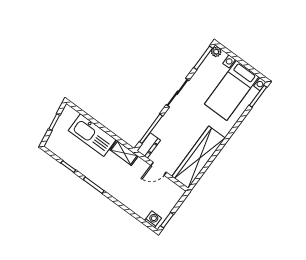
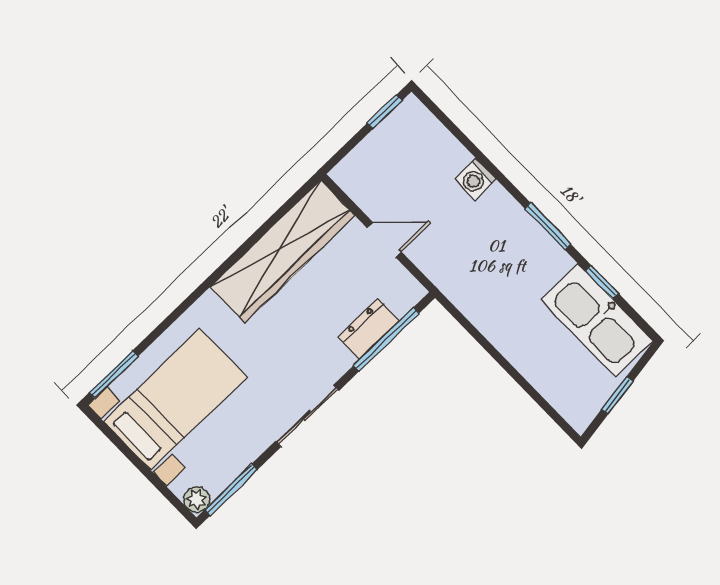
kitchen sink: (92, 135) -> (597, 320), moved, turned 180
dresser: (149, 145) -> (369, 329), moved
shelving: (124, 153) -> (461, 292), removed
washing machine: (153, 219) -> (476, 179), moved

